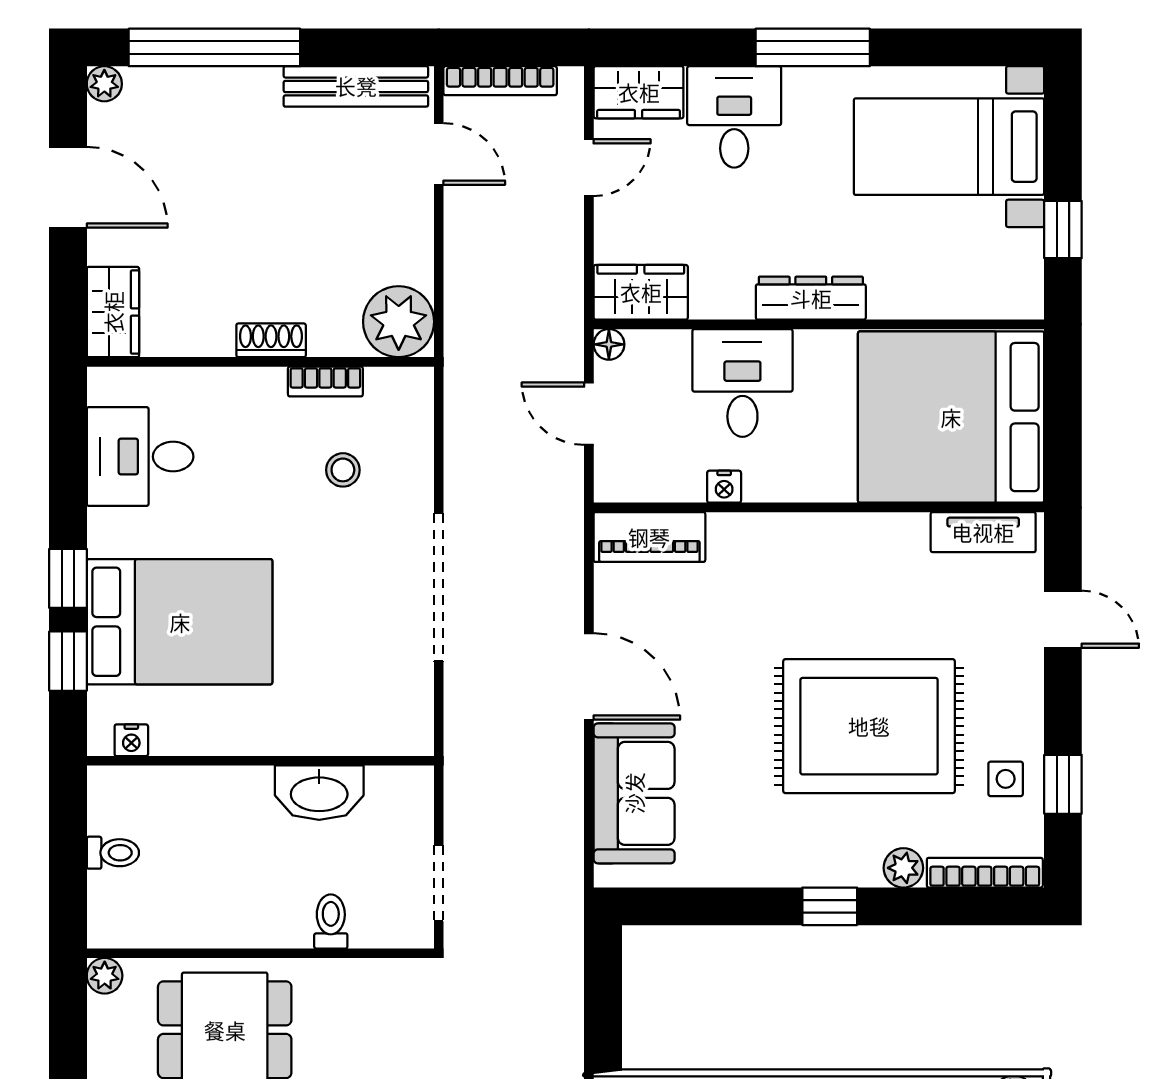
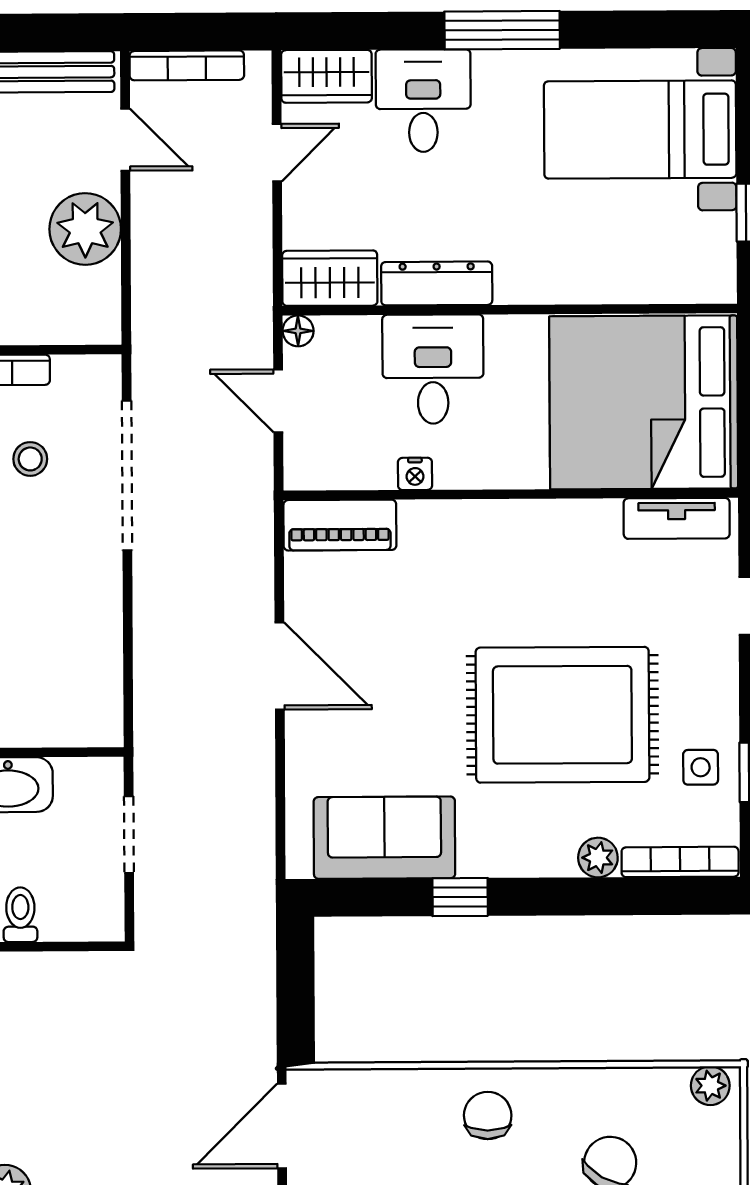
dresser: (811, 298) -> (437, 283), moved
plant: (399, 322) -> (85, 229), moved
doorway: (439, 587) -> (127, 475), moved
sofa: (634, 793) -> (384, 838), moved, turned -90
doorway: (439, 883) -> (129, 835), moved
window: (830, 906) -> (460, 897), moved

